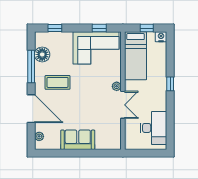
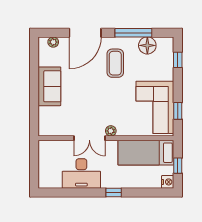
desk: (154, 128) -> (81, 173), moved

